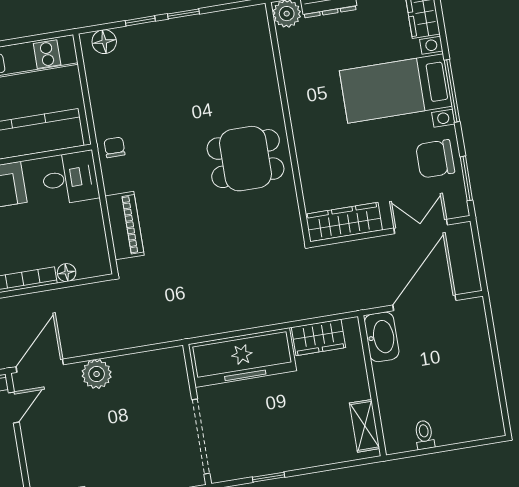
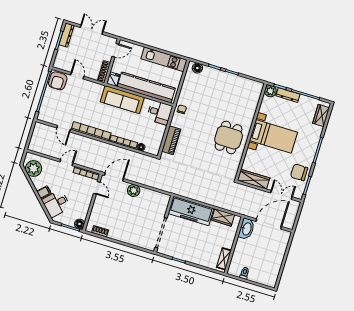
bed with nightstands: (396, 89) -> (274, 136), moved, turned 180
dining table: (246, 159) -> (229, 138), turned 90
door: (14, 407) -> (97, 188), hinge flipped

